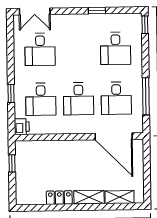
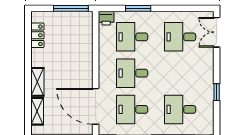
window: (11, 93) -> (138, 8), width x1.50
door: (114, 136) -> (96, 106), hinge flipped
window: (12, 163) -> (71, 8), width x2.17
locker: (59, 198) -> (37, 35), moved

